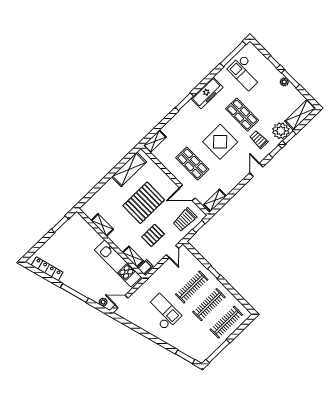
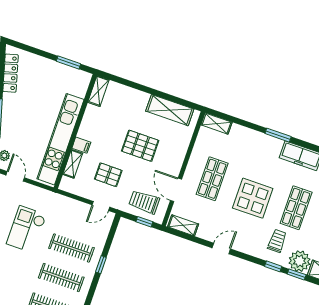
door: (256, 170) -> (221, 248), moved
pallet: (144, 203) -> (140, 146), width x0.73, depth x0.71
shelving: (102, 225) -> (98, 91), moved
kitchen unit: (118, 263) -> (60, 139), width x1.36
filing cabinet: (145, 267) -> (81, 145), moved
checkout: (163, 312) -> (26, 229), turned 180

